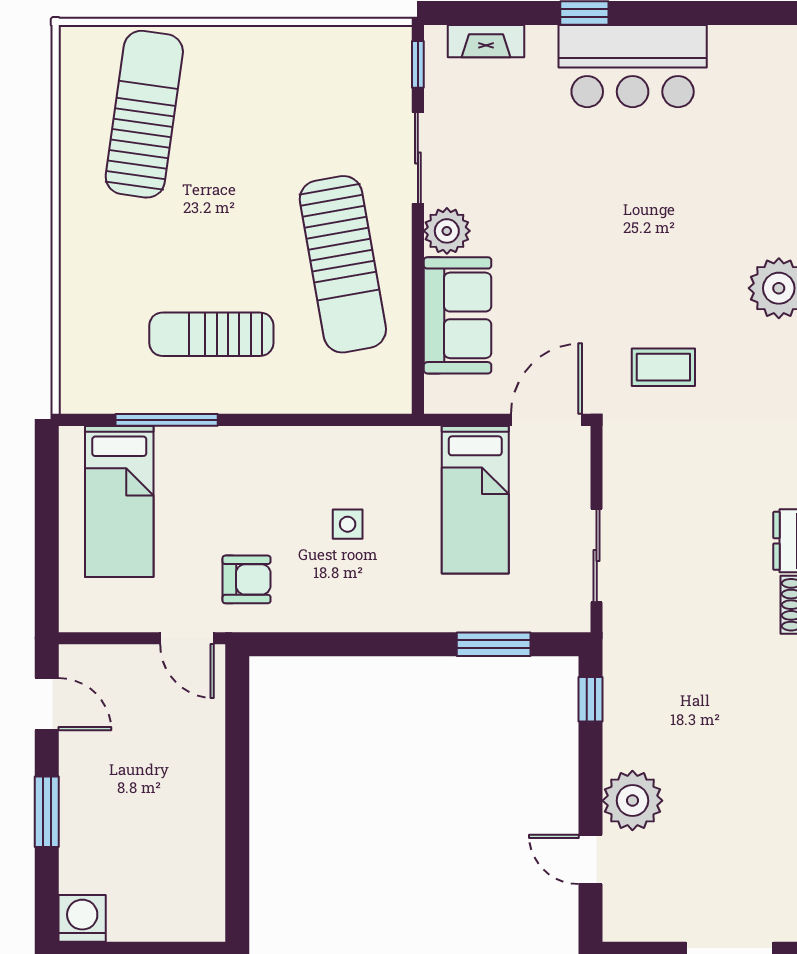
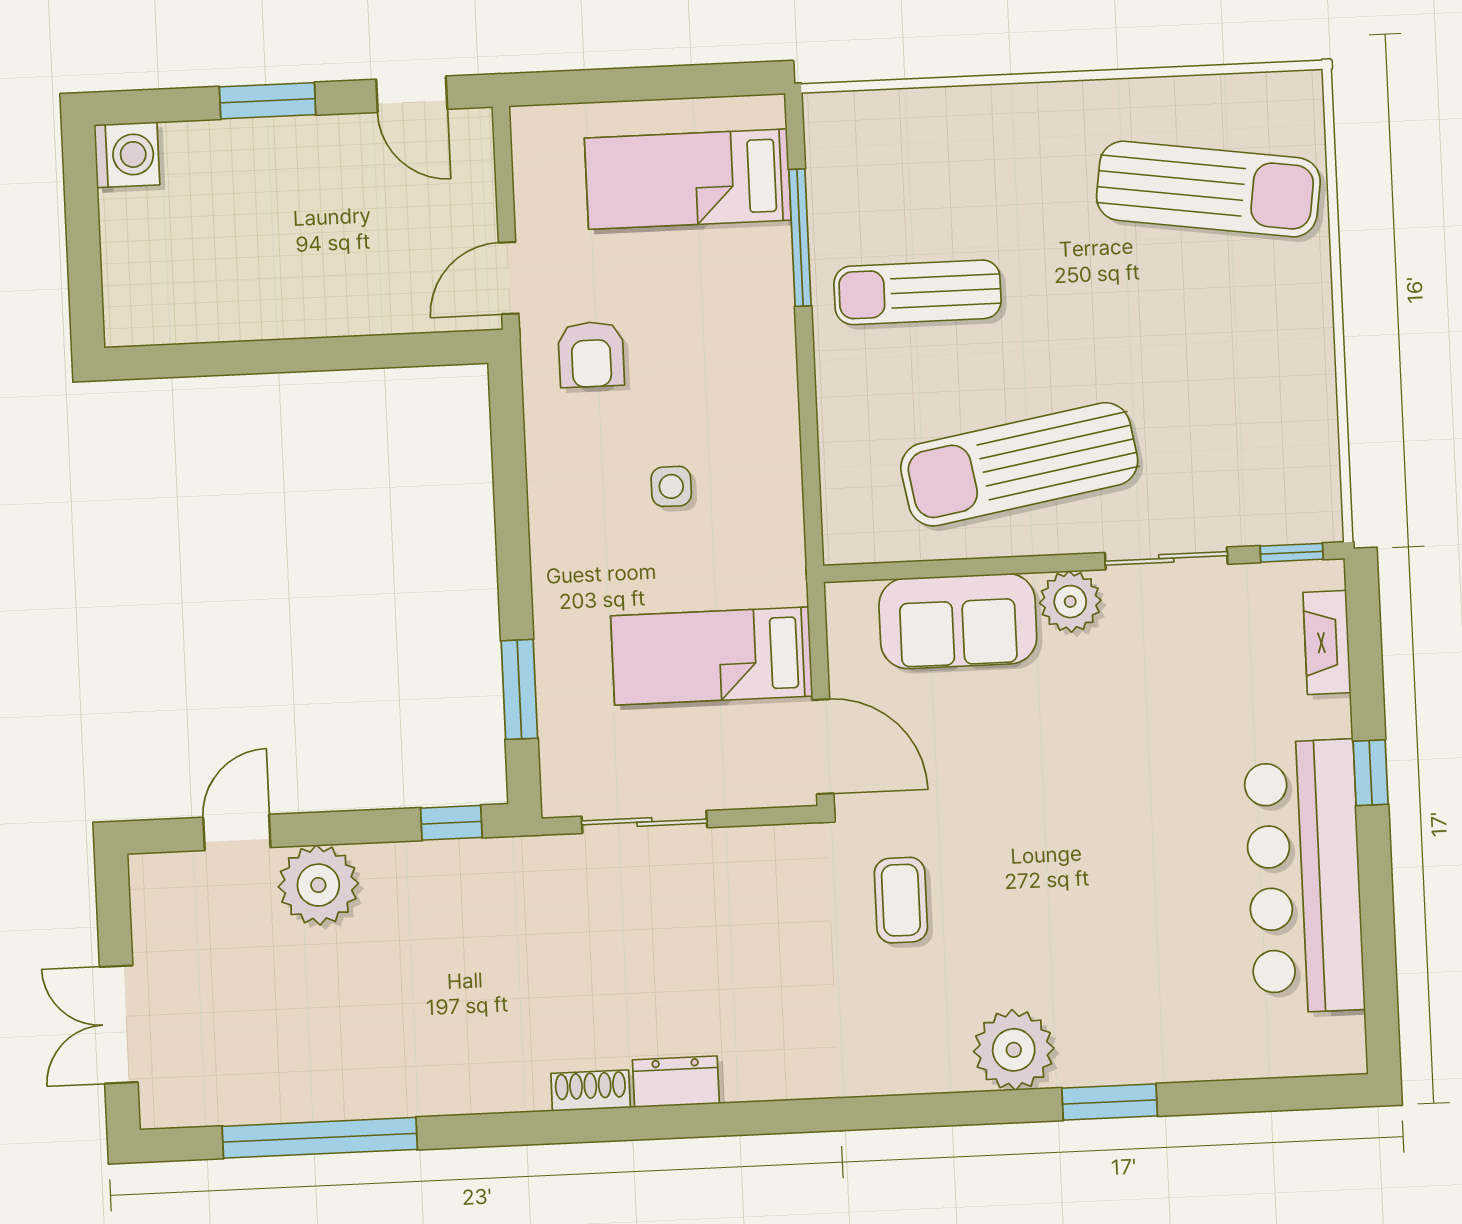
bar counter: (633, 66) -> (1304, 877), width x1.36
sun lounger: (211, 334) -> (917, 292), turned -90
door: (47, 704) -> (412, 94), hinge flipped

